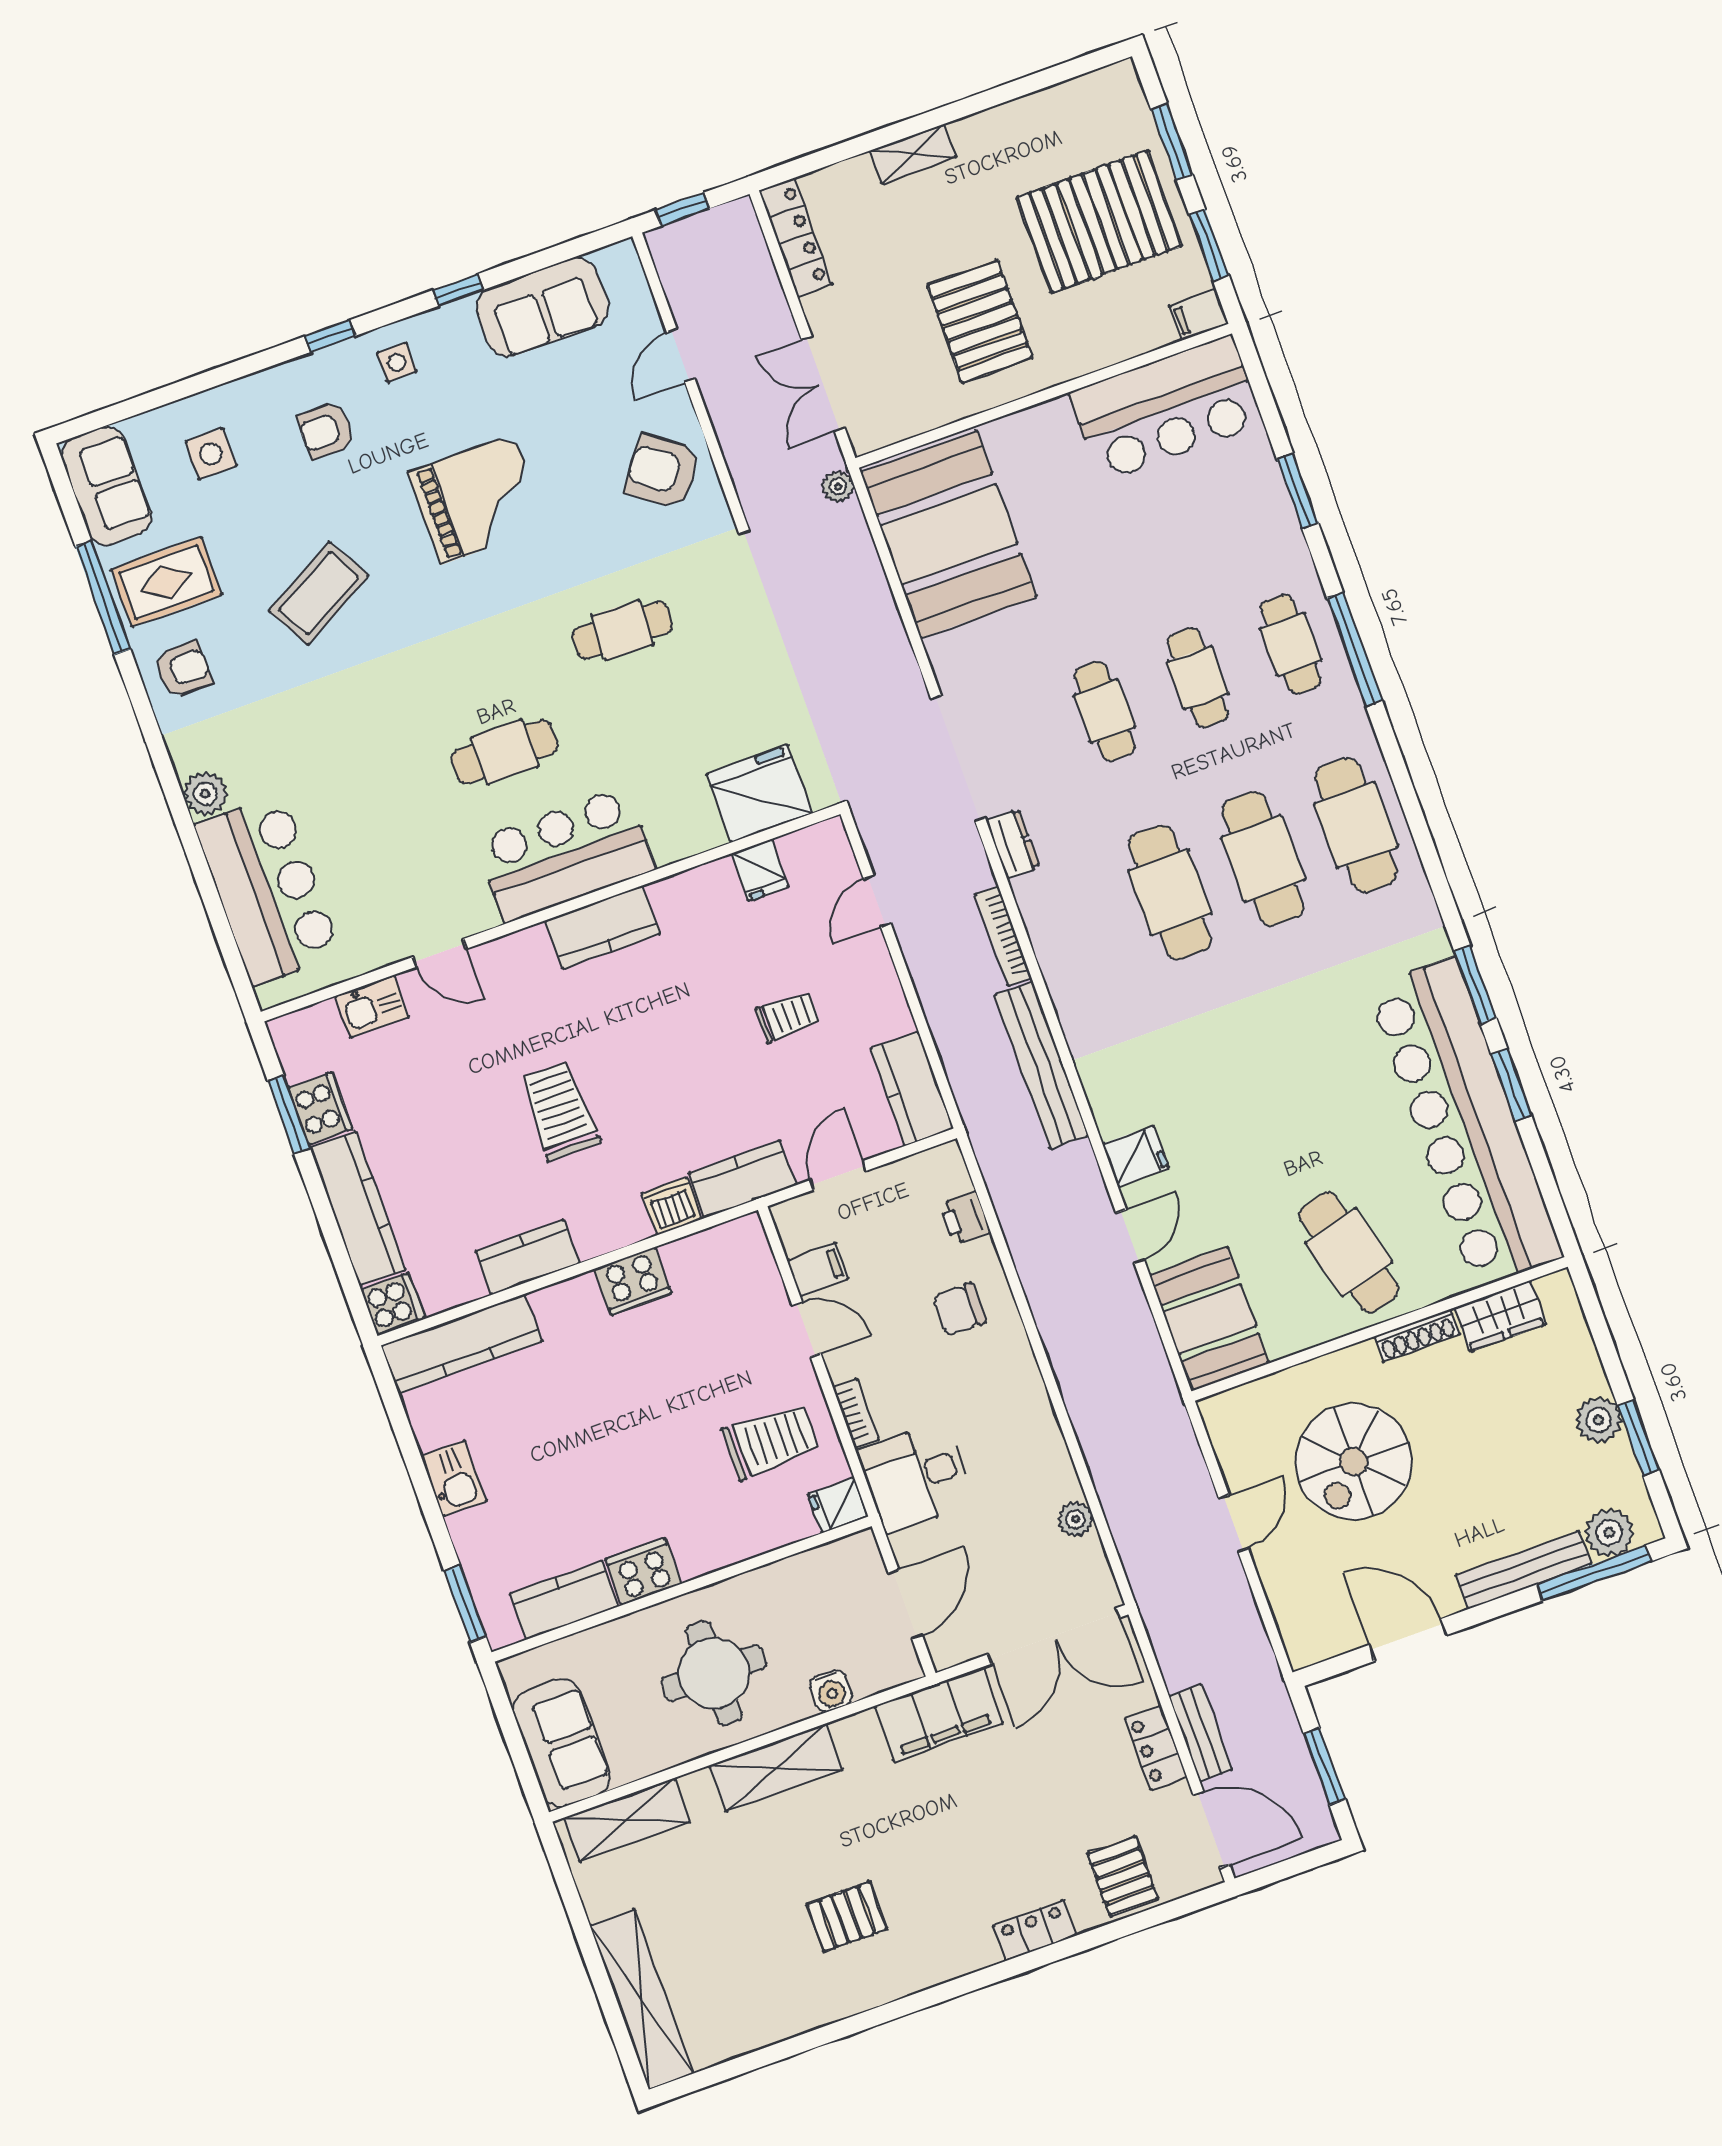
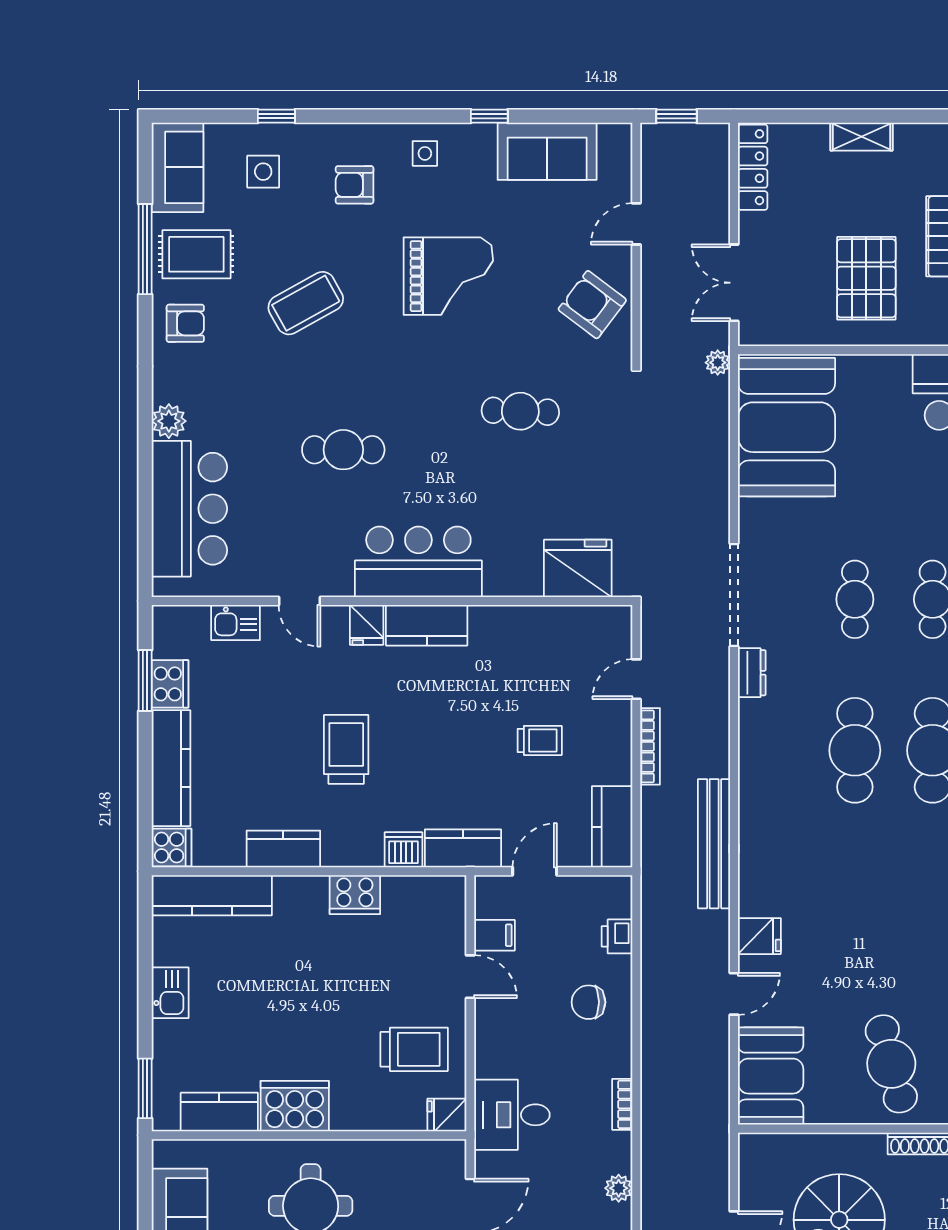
window: (330, 336) -> (276, 116), moved
cafe table: (505, 752) -> (343, 450), moved
fridge: (760, 870) -> (367, 625), moved
bookcase: (1003, 936) -> (650, 746), moved, turned 180
bookcase: (856, 1413) -> (622, 1104), moved, turned 180
cooker: (643, 1572) -> (295, 1106), width x1.37, depth x1.31

